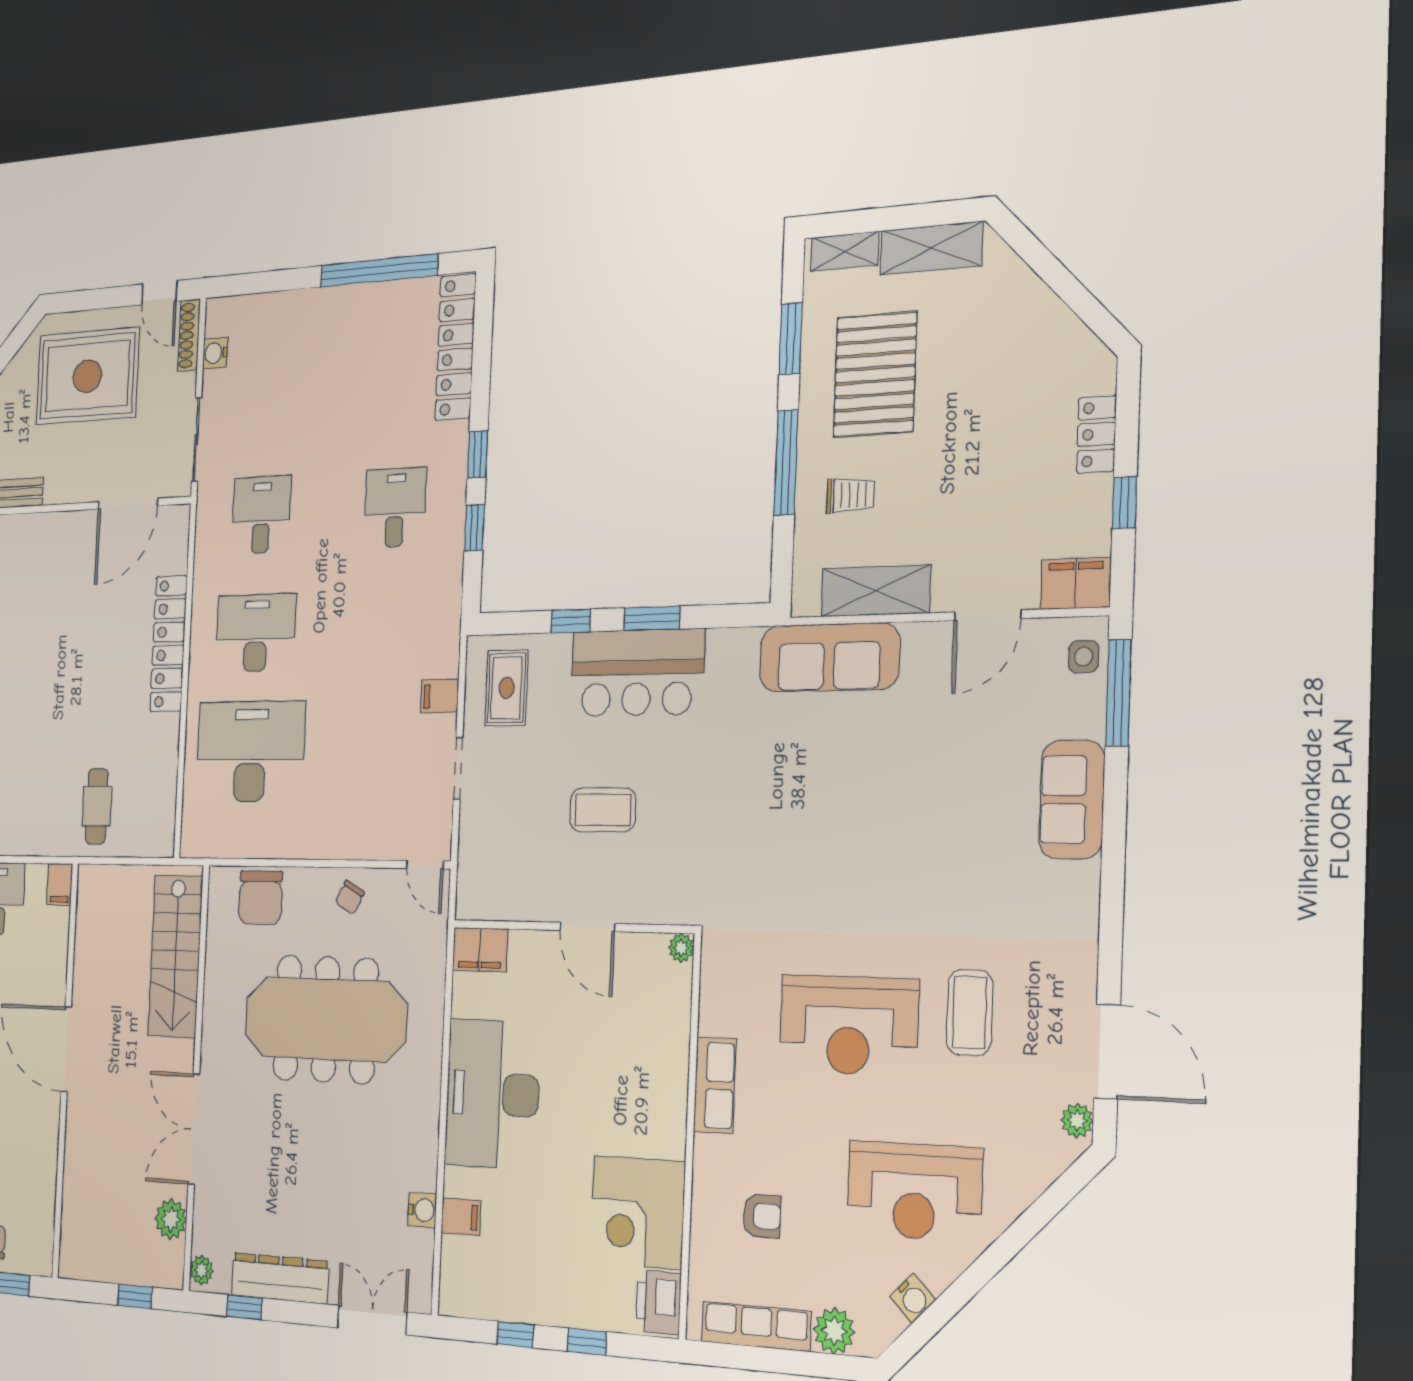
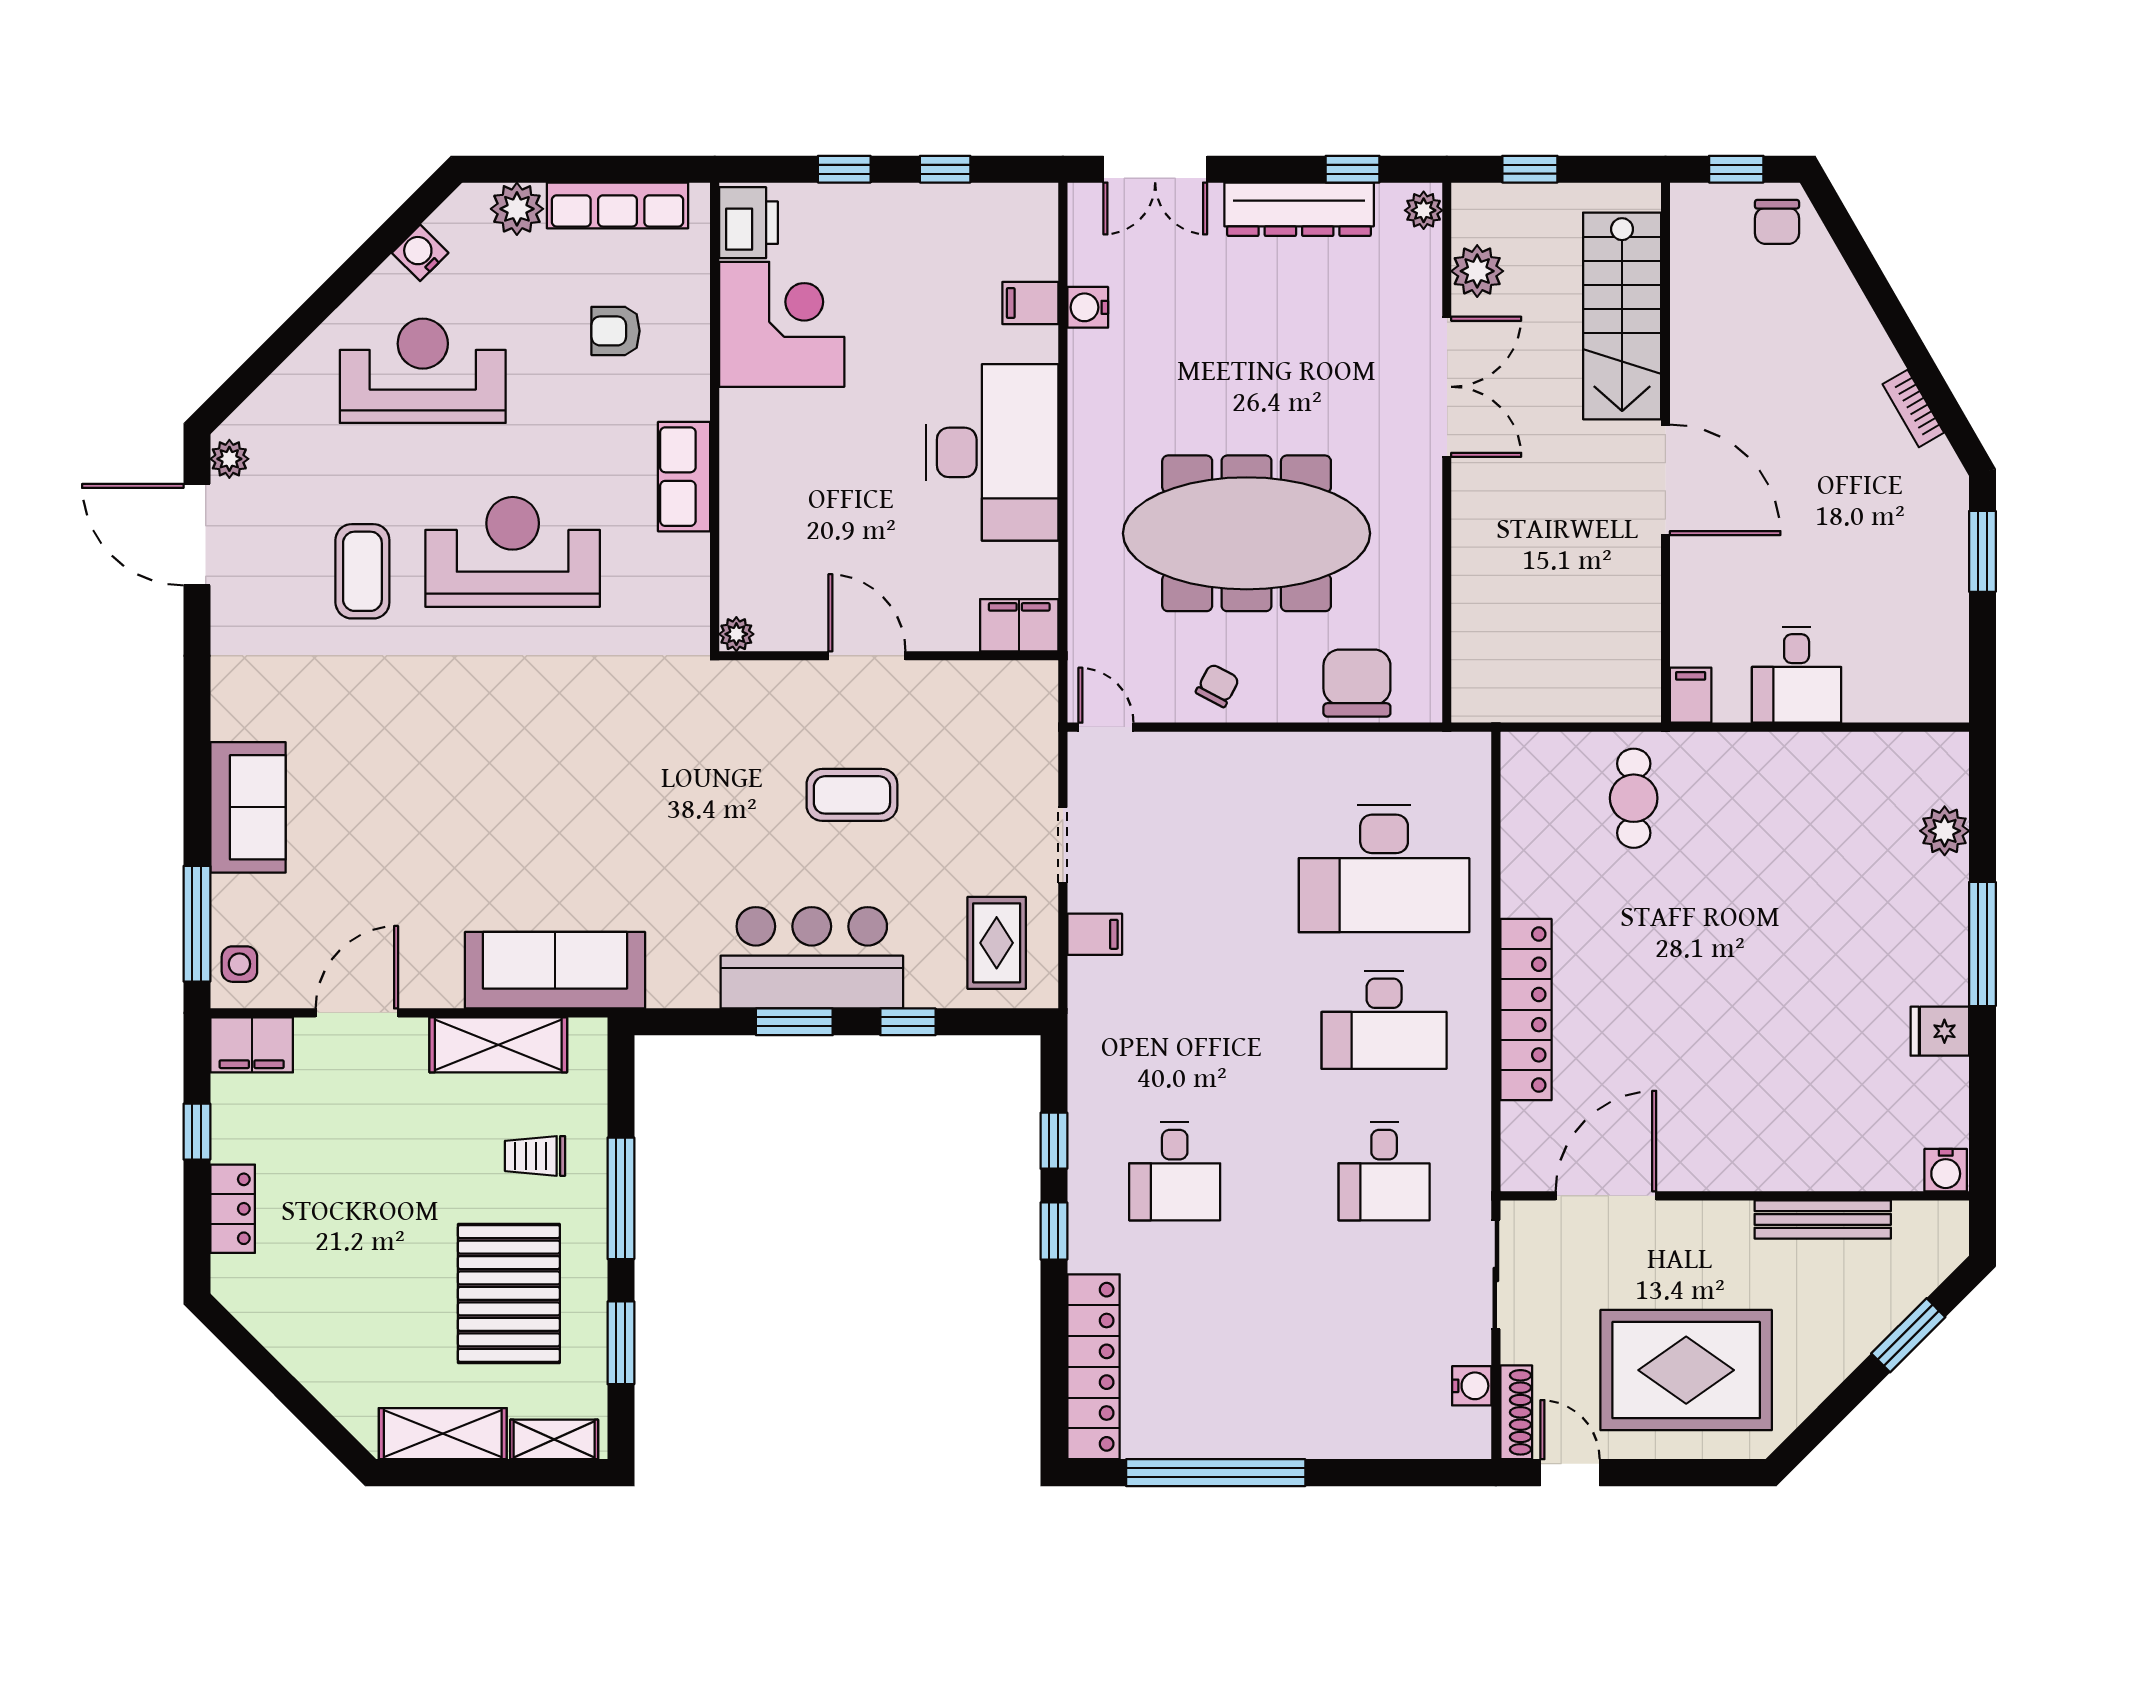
stairs: (175, 956) -> (1622, 316), moved, turned 180

